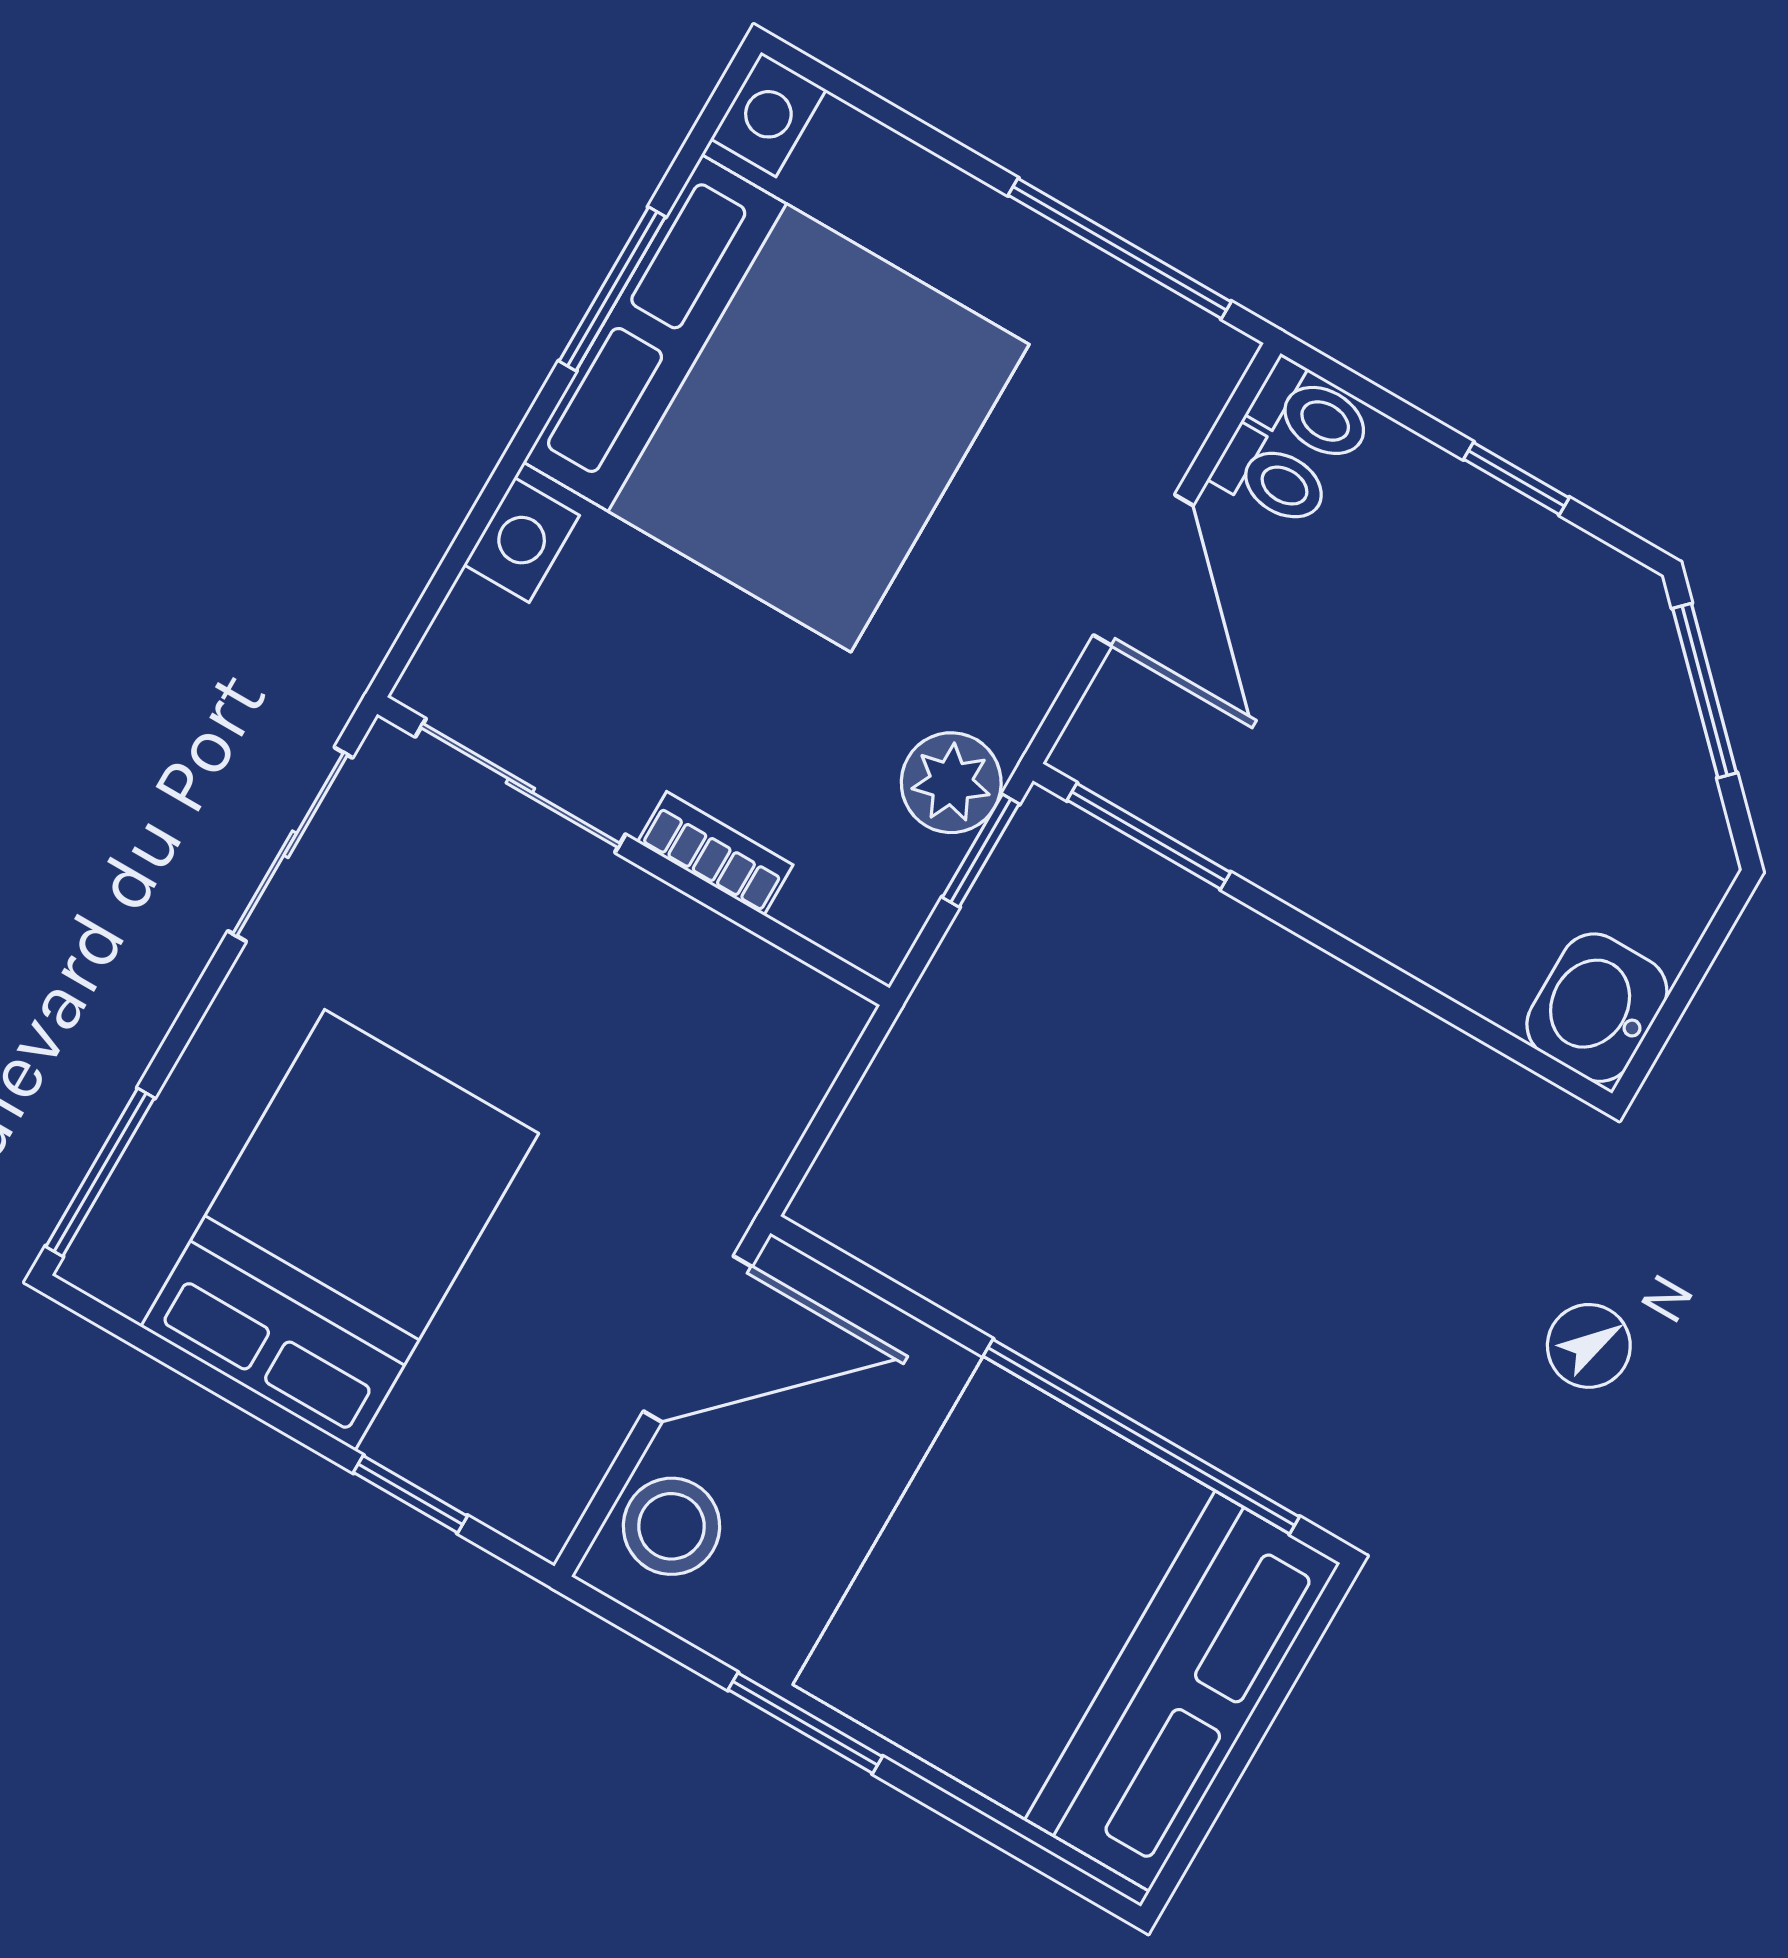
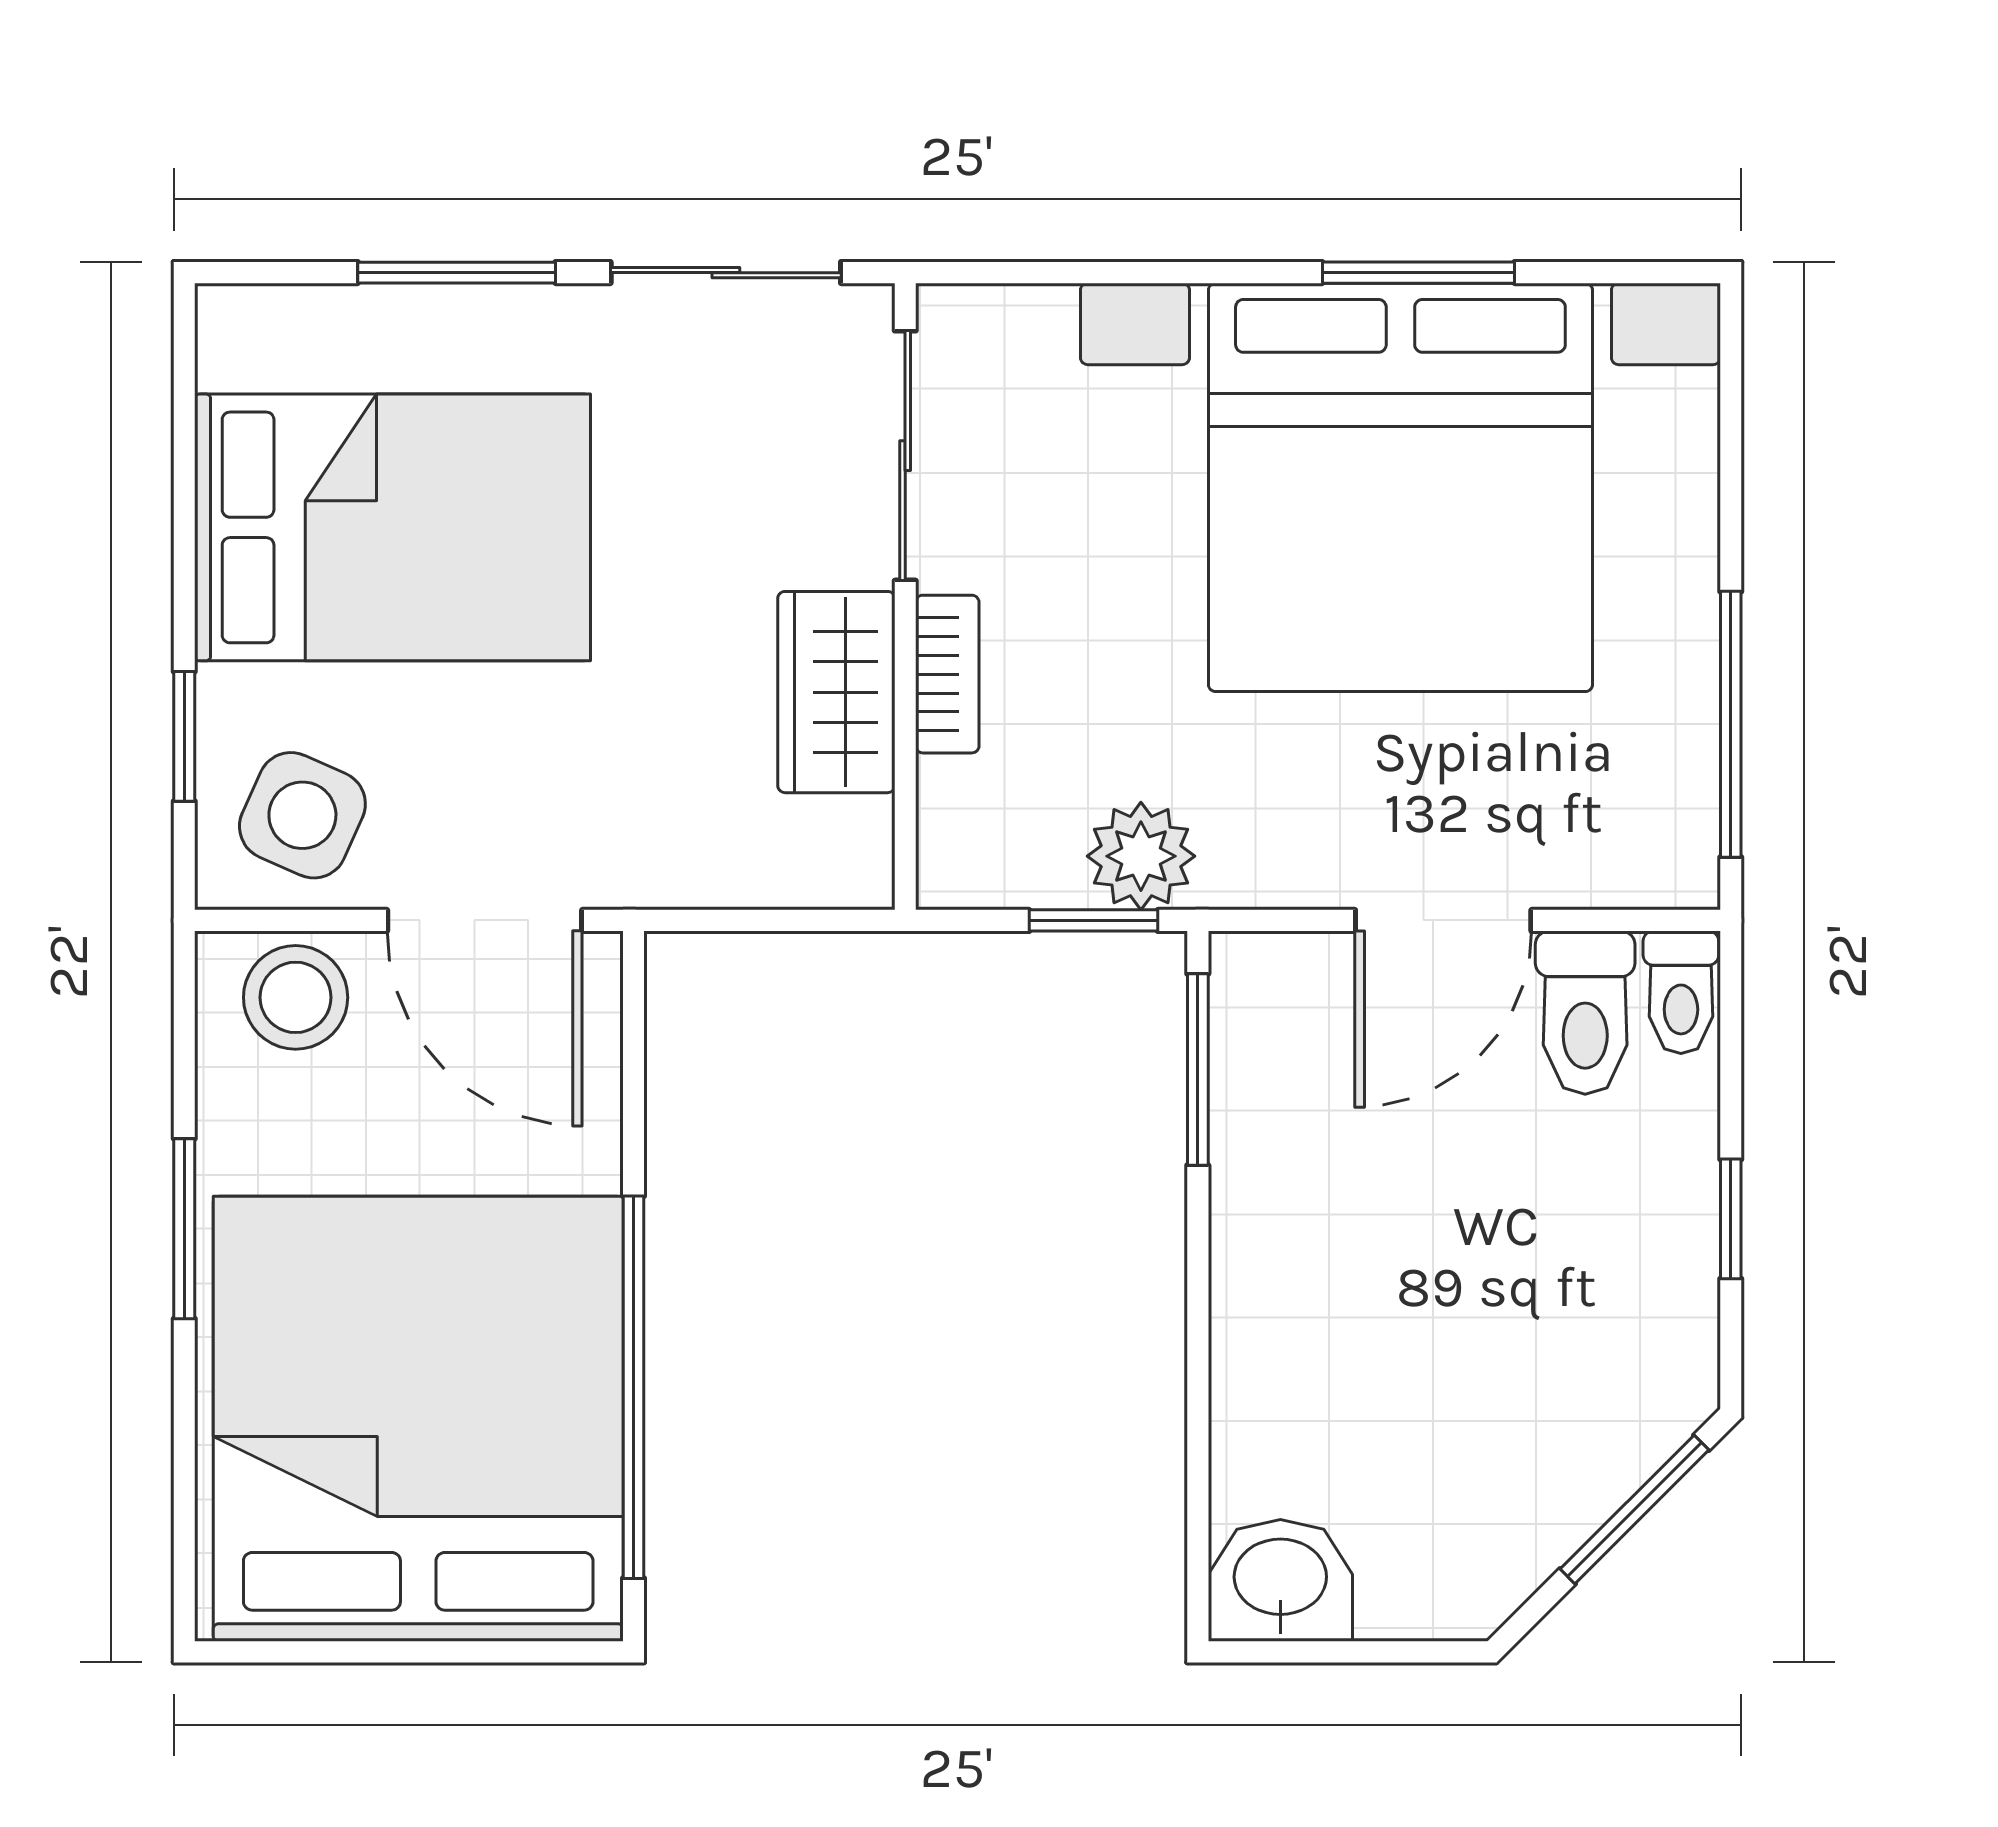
toilet: (1271, 478) -> (1585, 1013), width x1.37, depth x1.39
wardrobe: (678, 951) -> (836, 692), added
window: (100, 1172) -> (457, 273), moved
side table: (529, 1436) -> (302, 815), added

